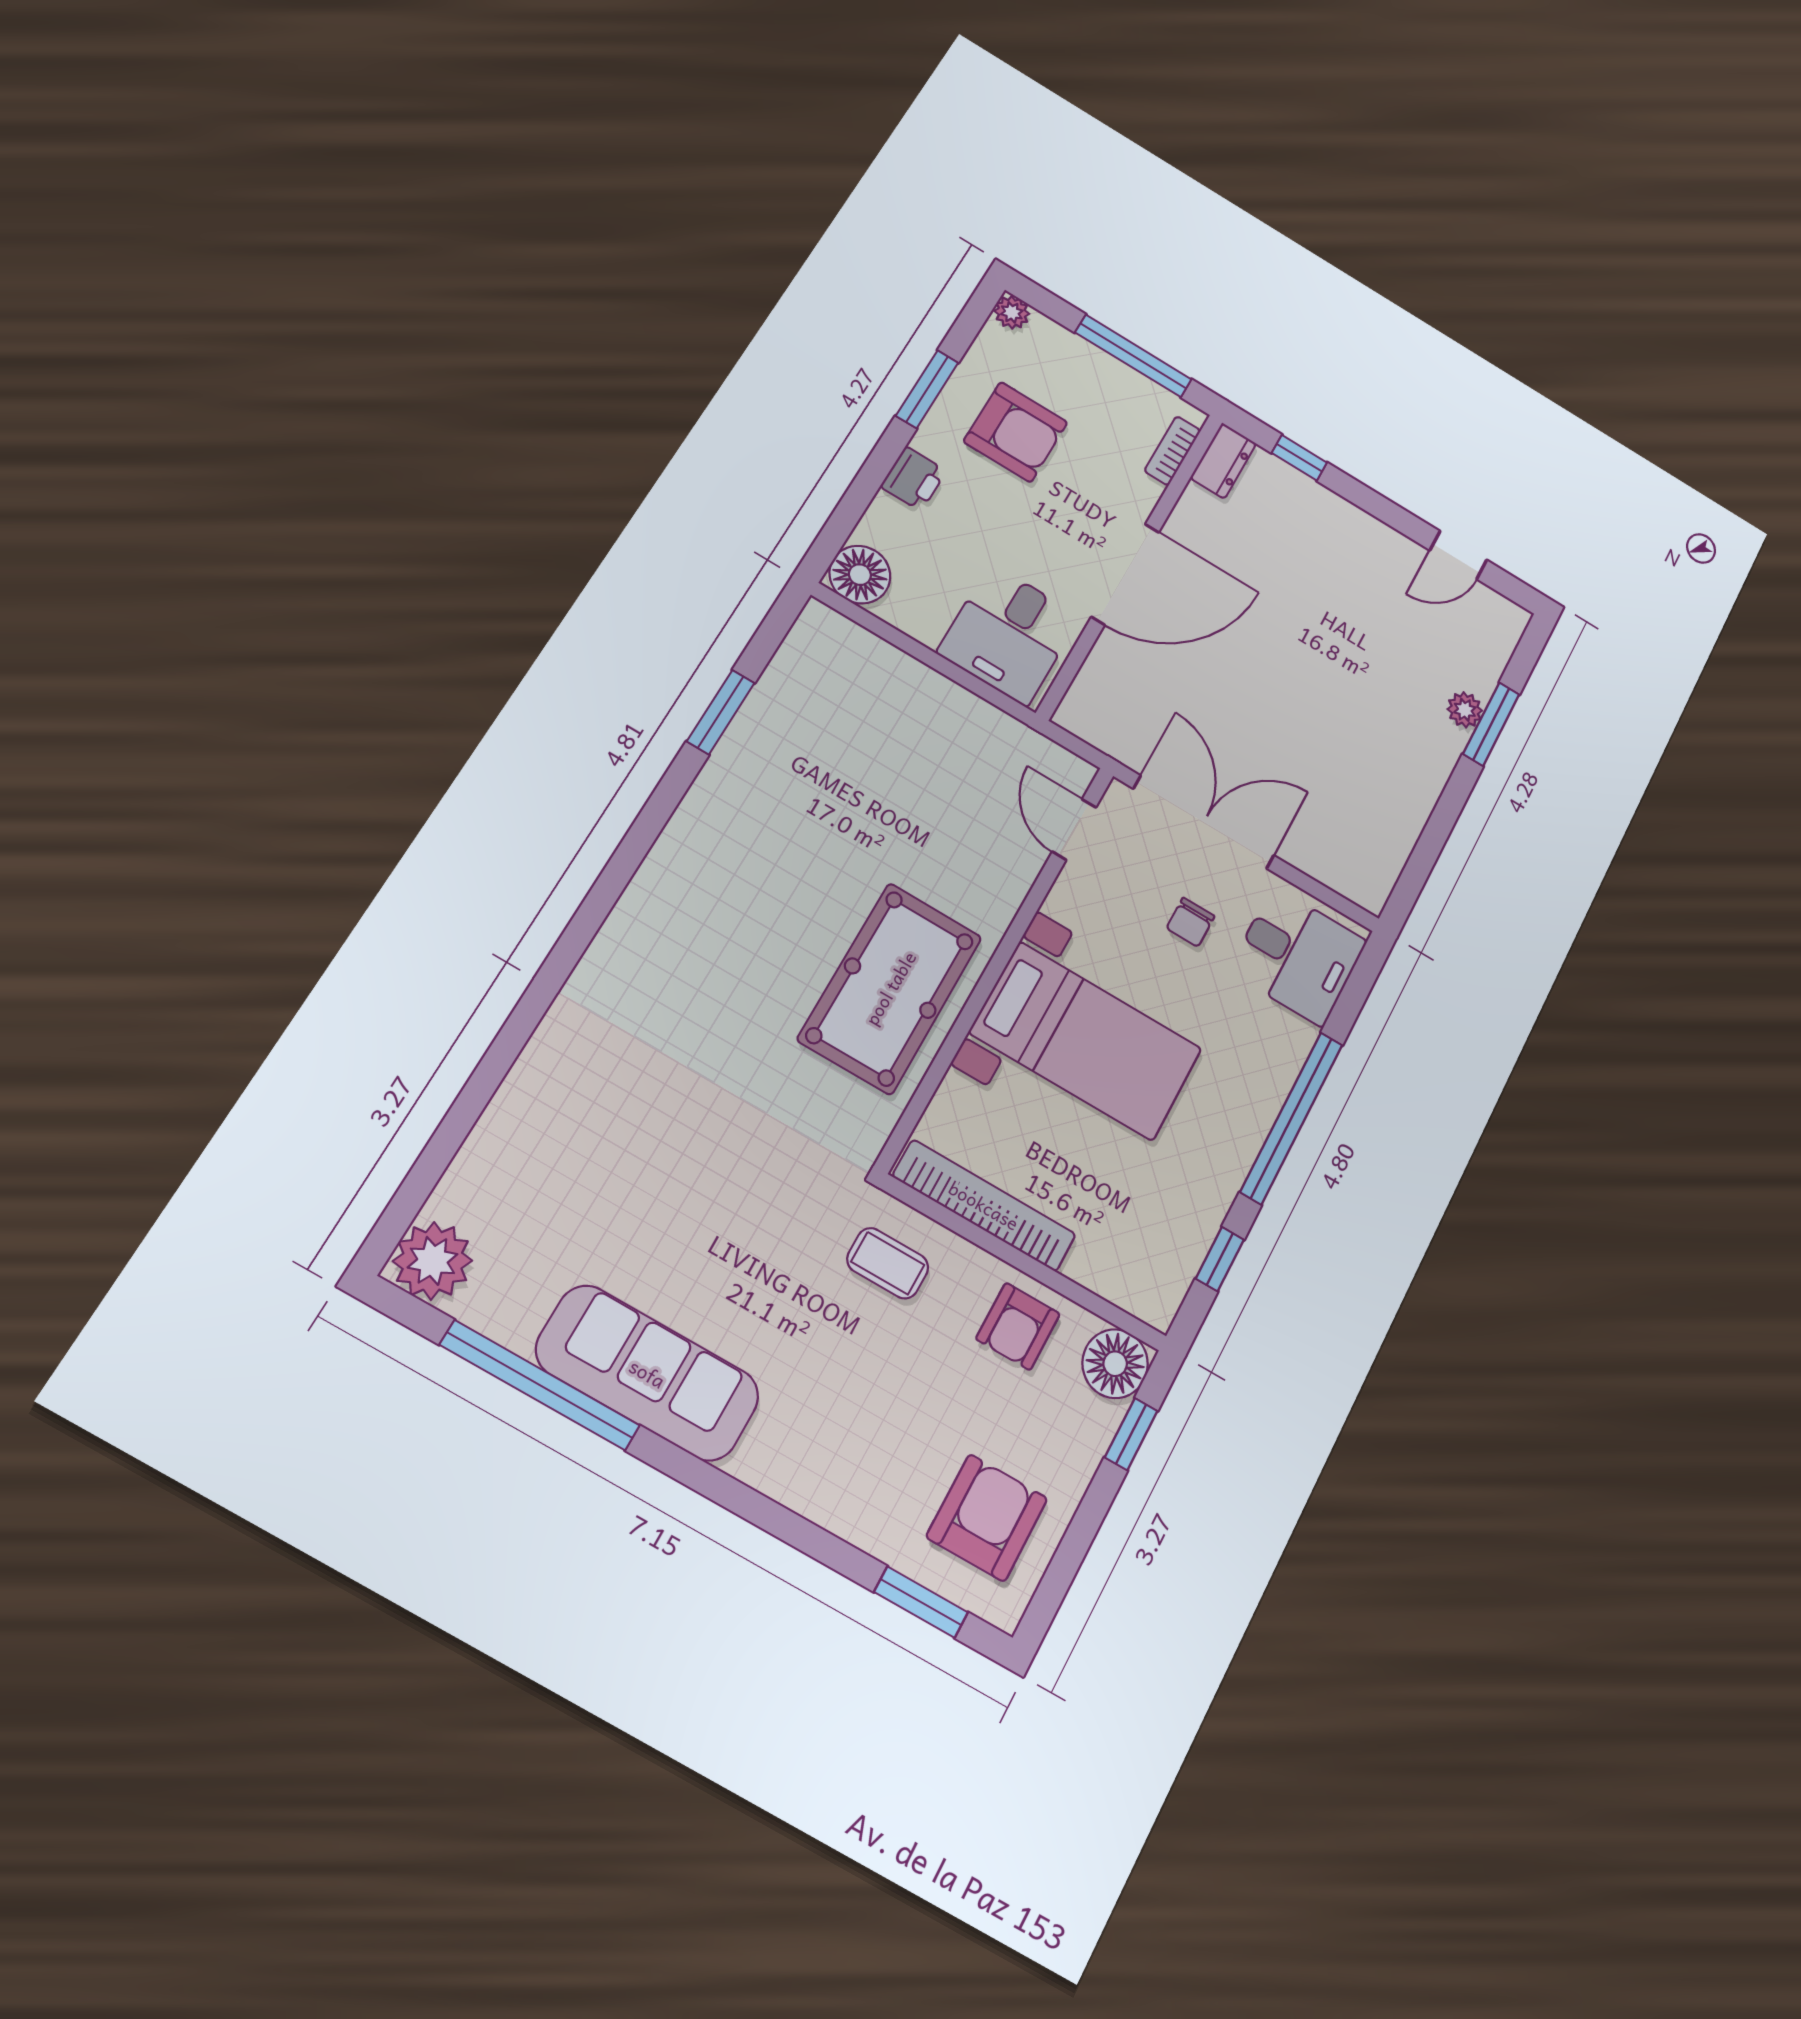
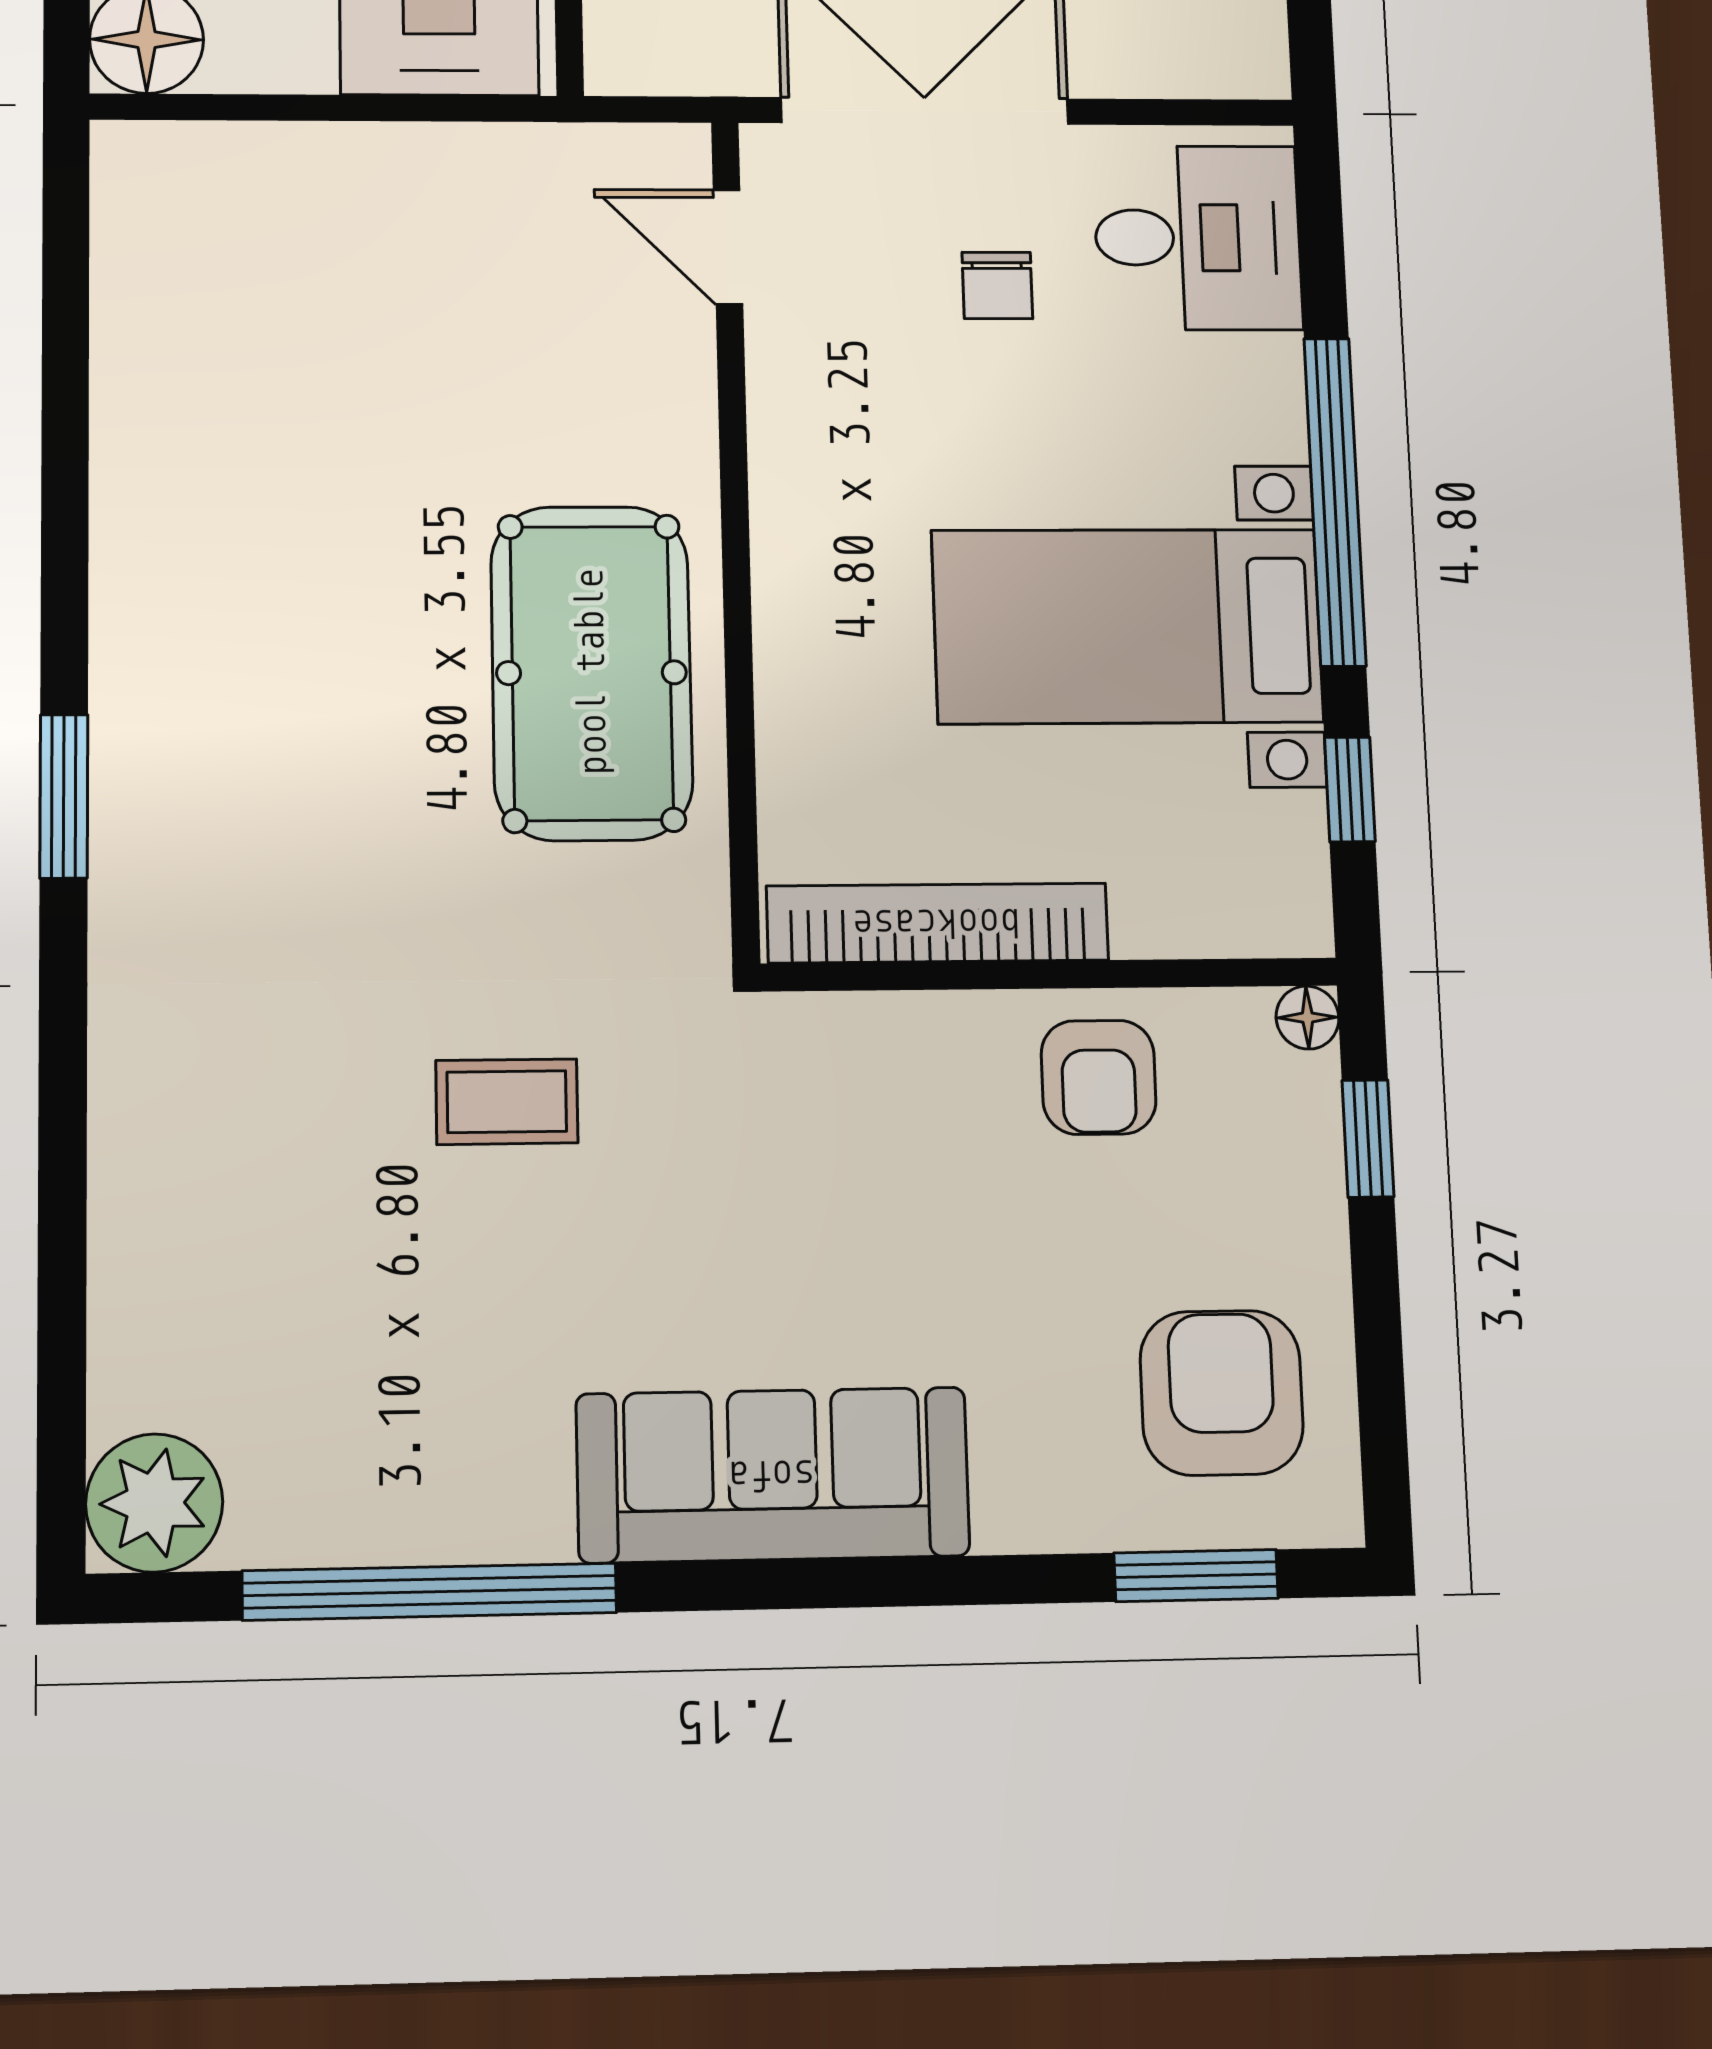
window: (721, 712) -> (64, 796), moved
bed with nightstands: (1086, 1041) -> (1127, 626), moved, turned 180
coffee table: (888, 1263) -> (507, 1102), moved
floor lamp: (1115, 1364) -> (1307, 1018), width x0.53, depth x0.53
sofa: (648, 1373) -> (773, 1475), moved

